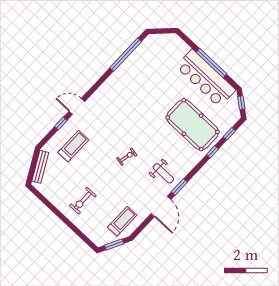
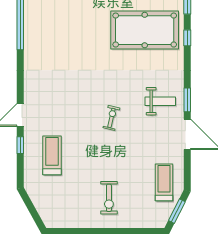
bench: (40, 167) -> (39, 204), removed

